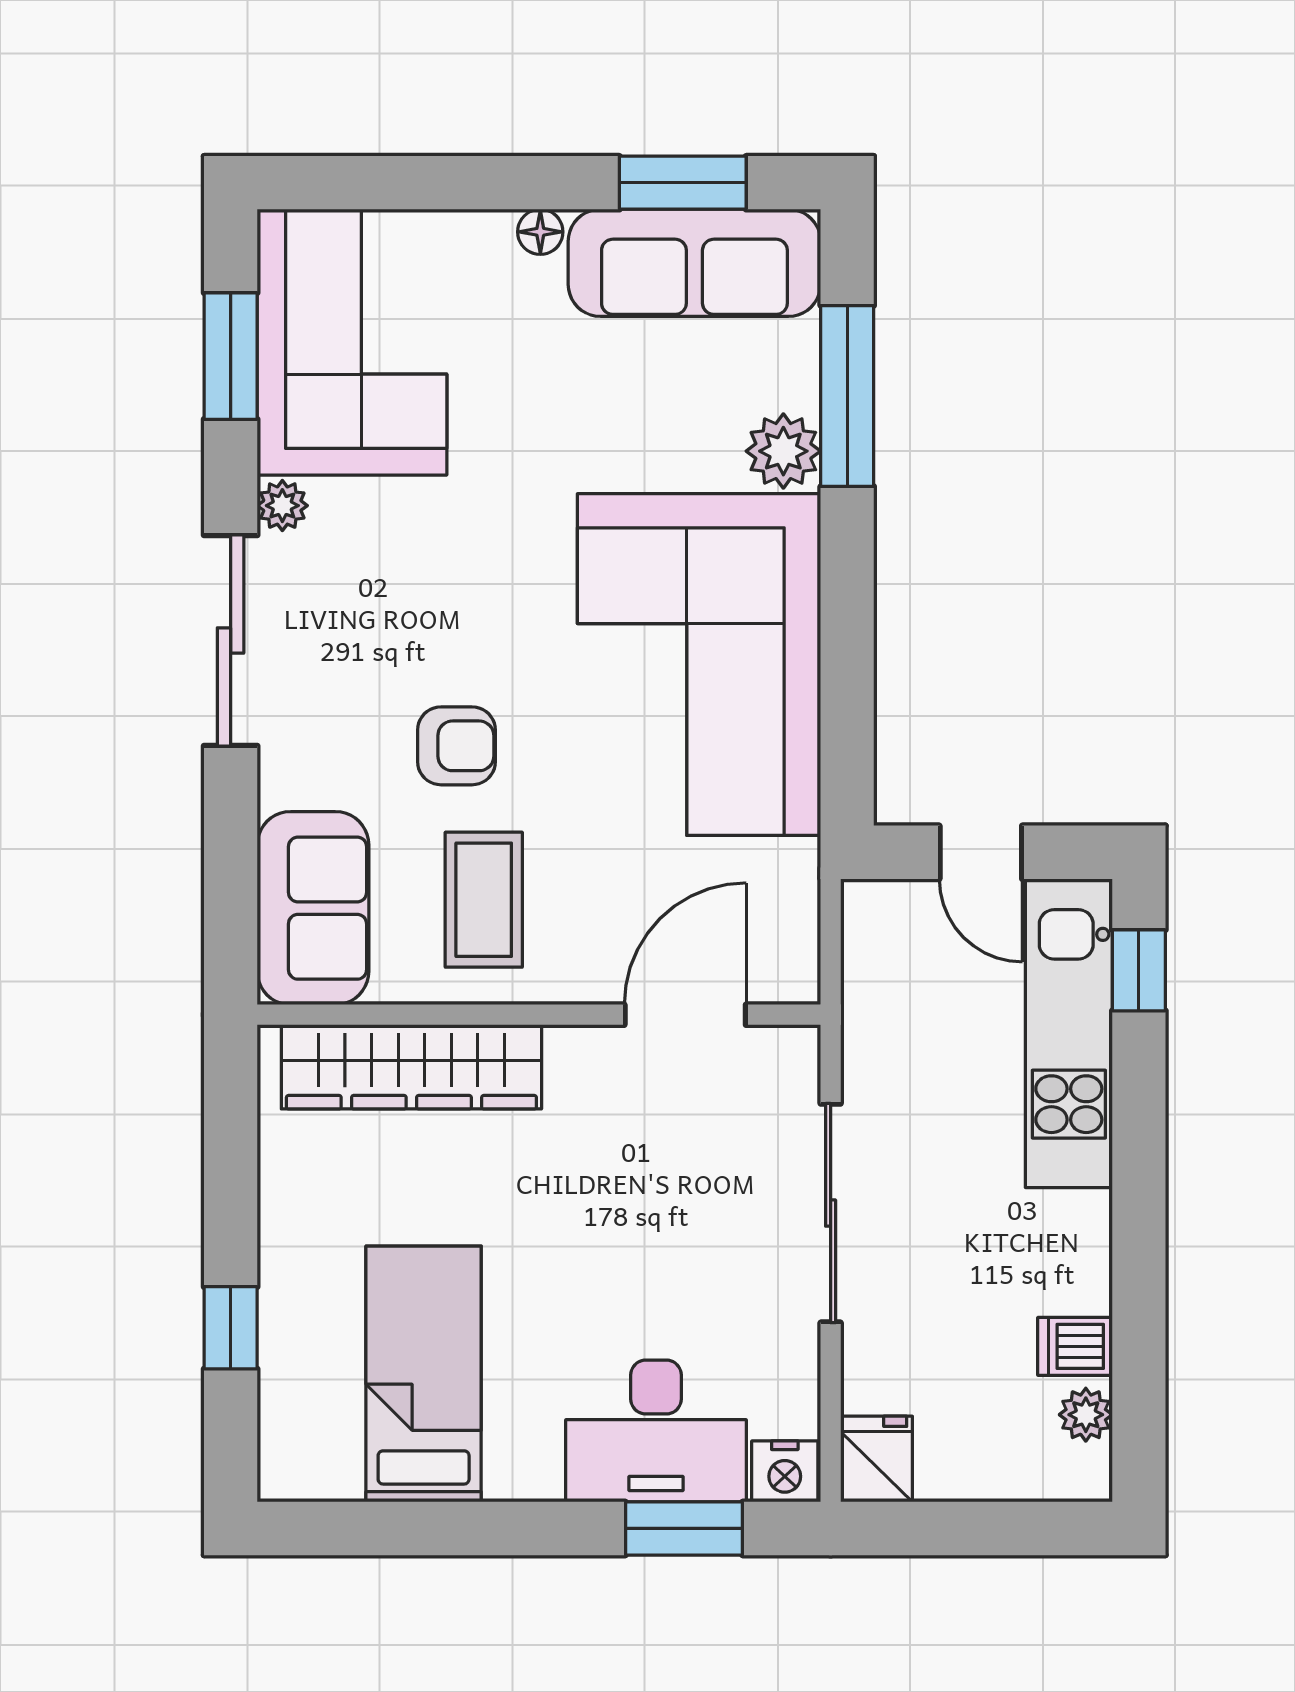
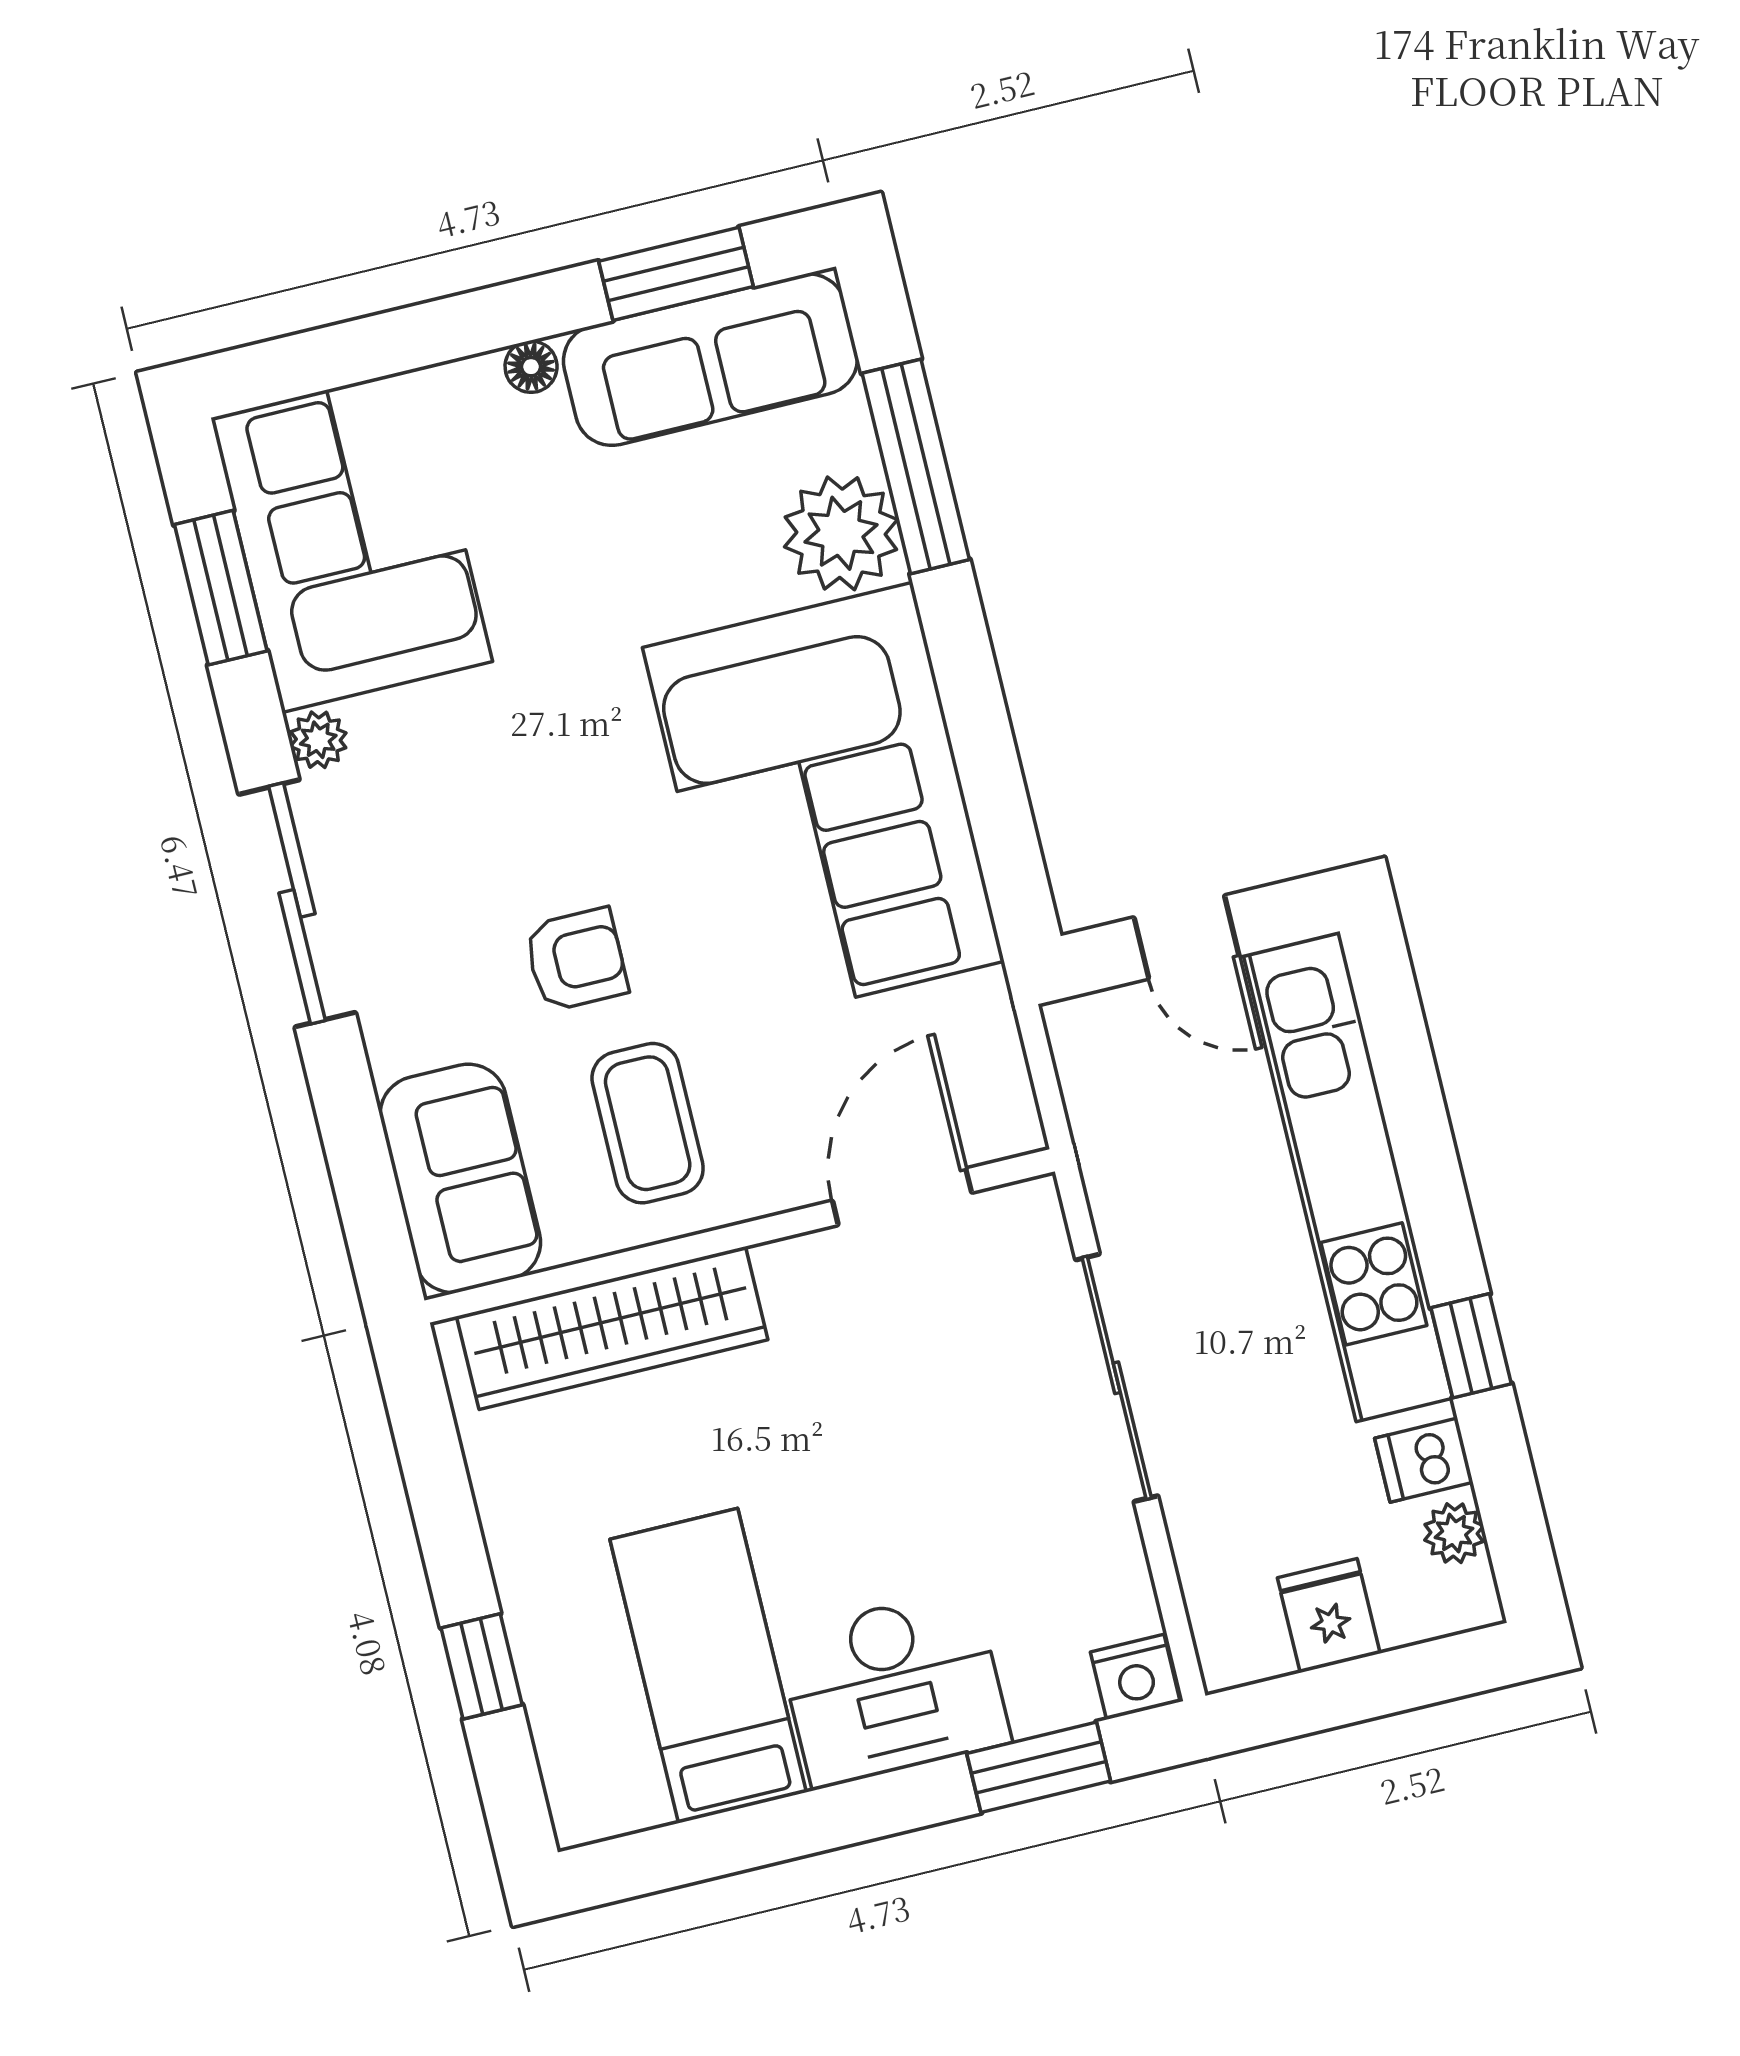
plant: (783, 451) -> (841, 533), width x1.36, depth x1.36
window: (1139, 970) -> (1471, 1346), moved
kitchen unit: (1069, 1033) -> (1348, 1176), width x1.36
desk: (656, 1431) -> (893, 1688), moved
fridge: (877, 1459) -> (1329, 1616), moved

